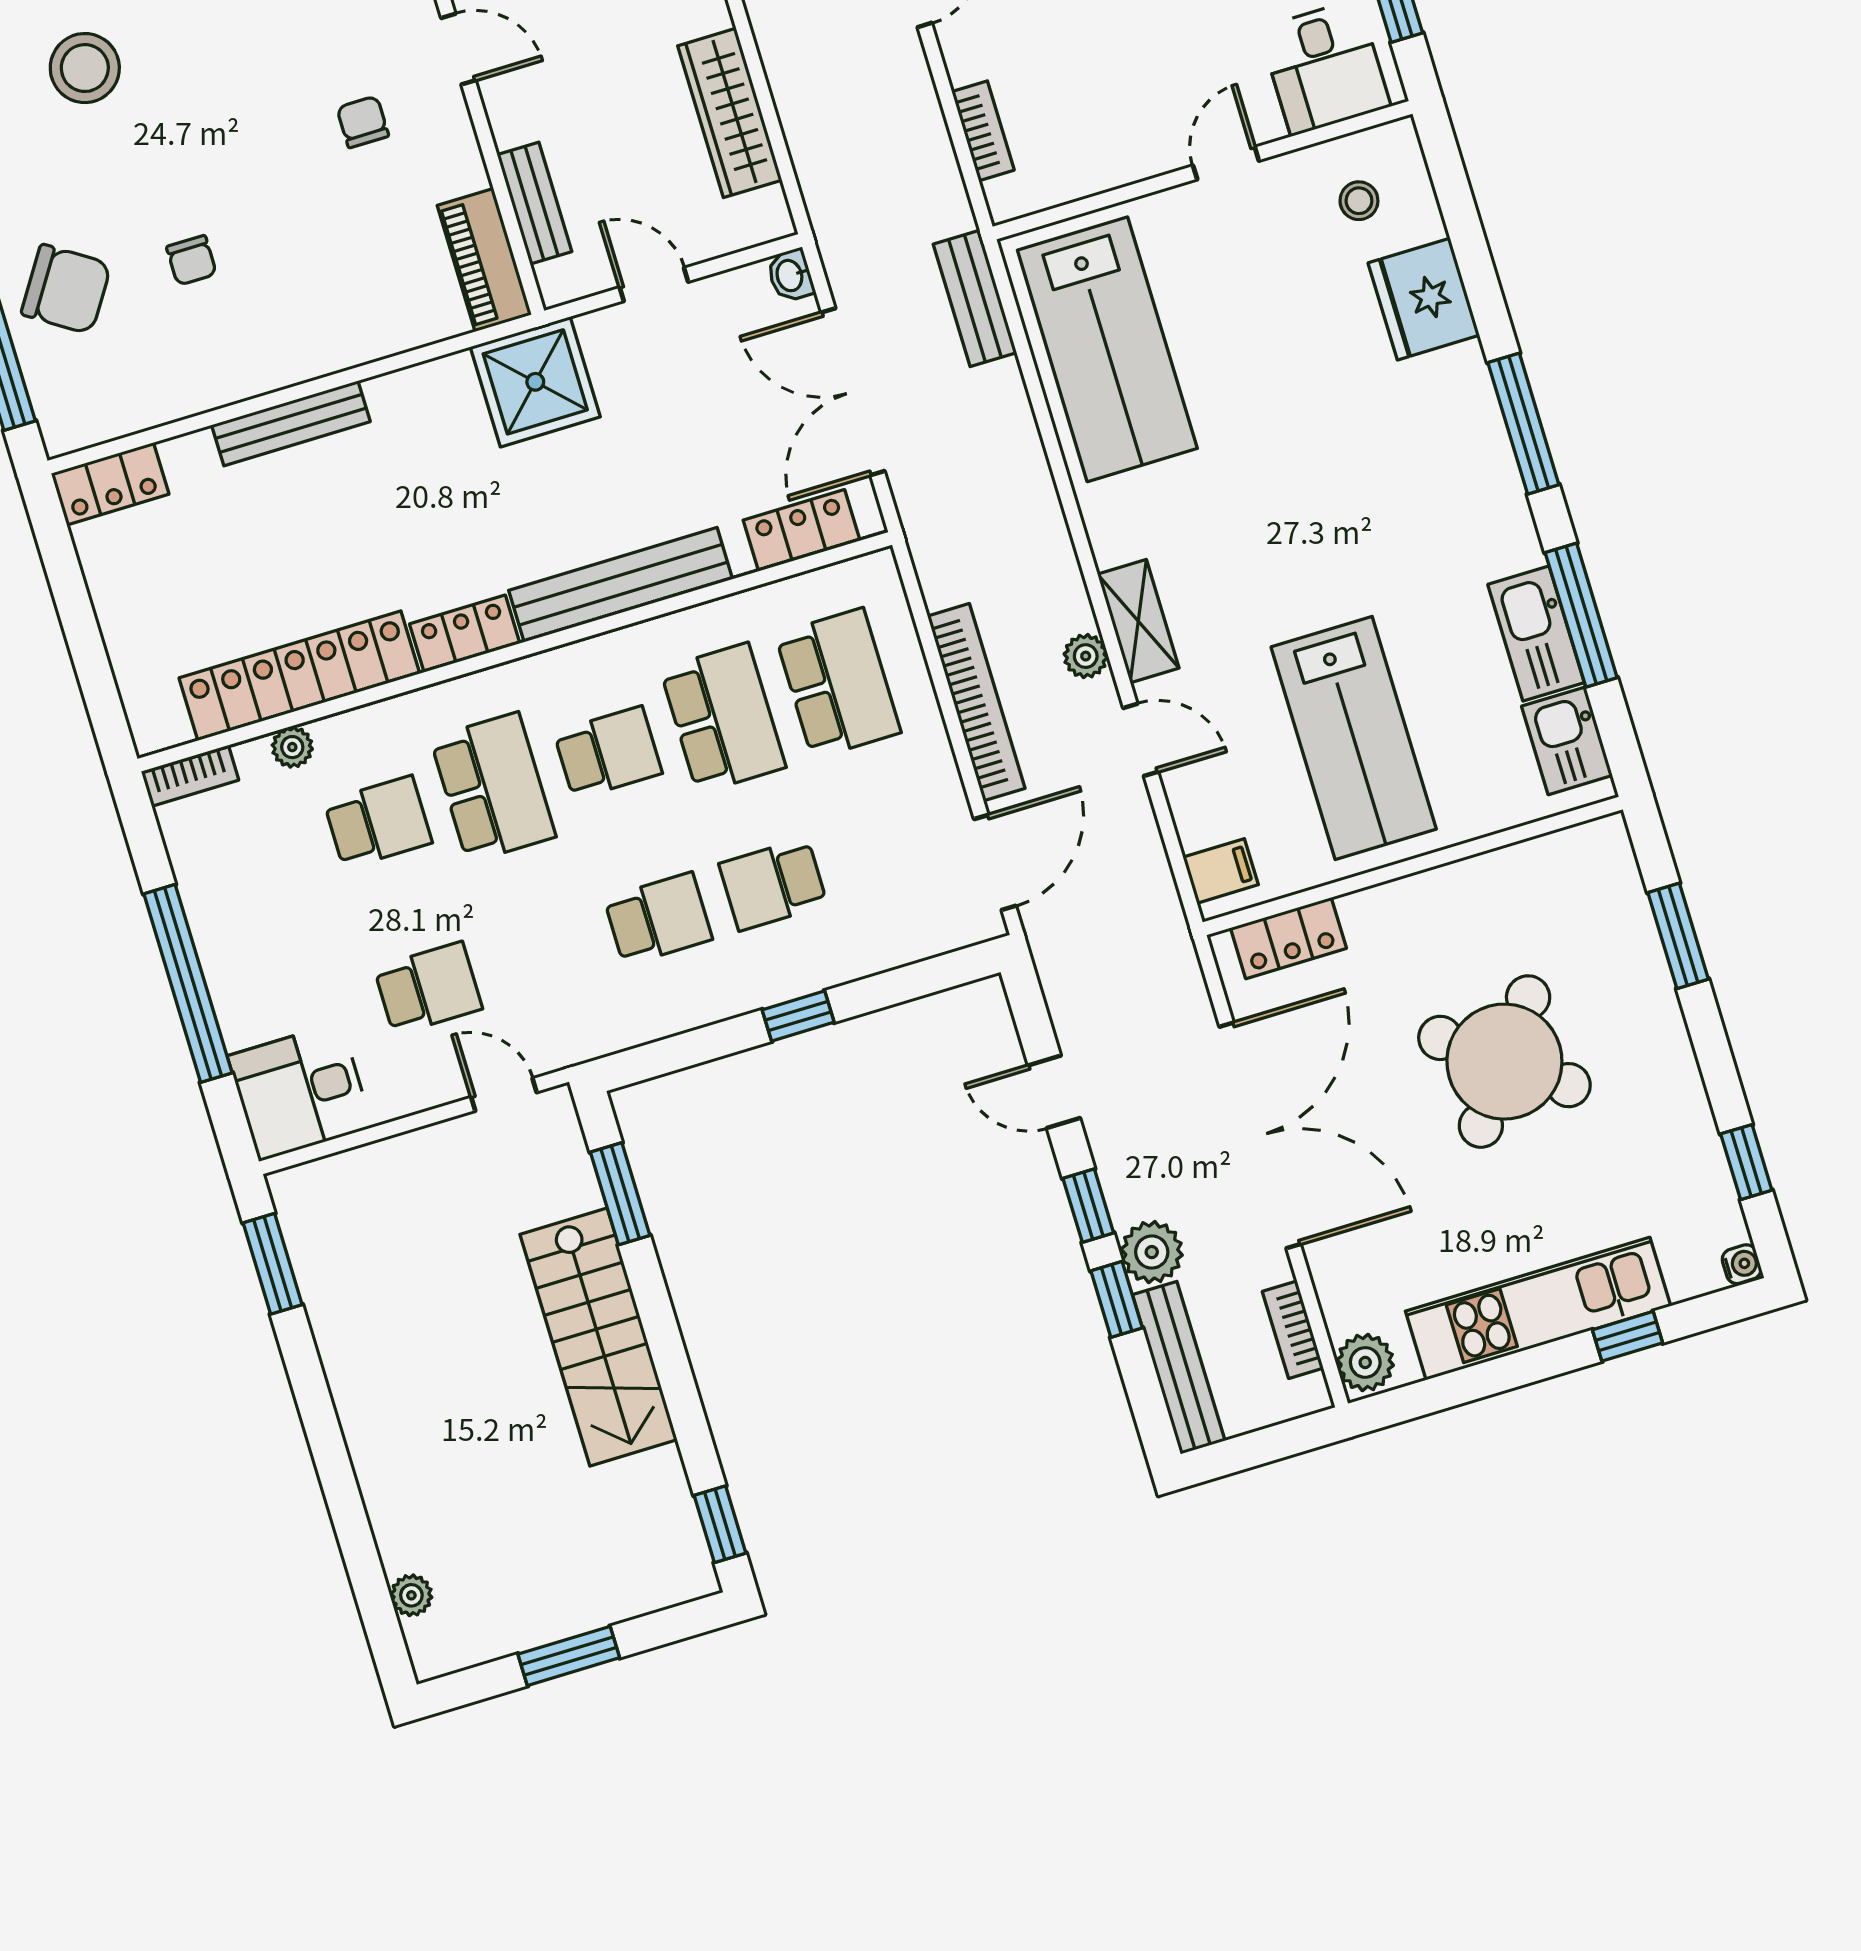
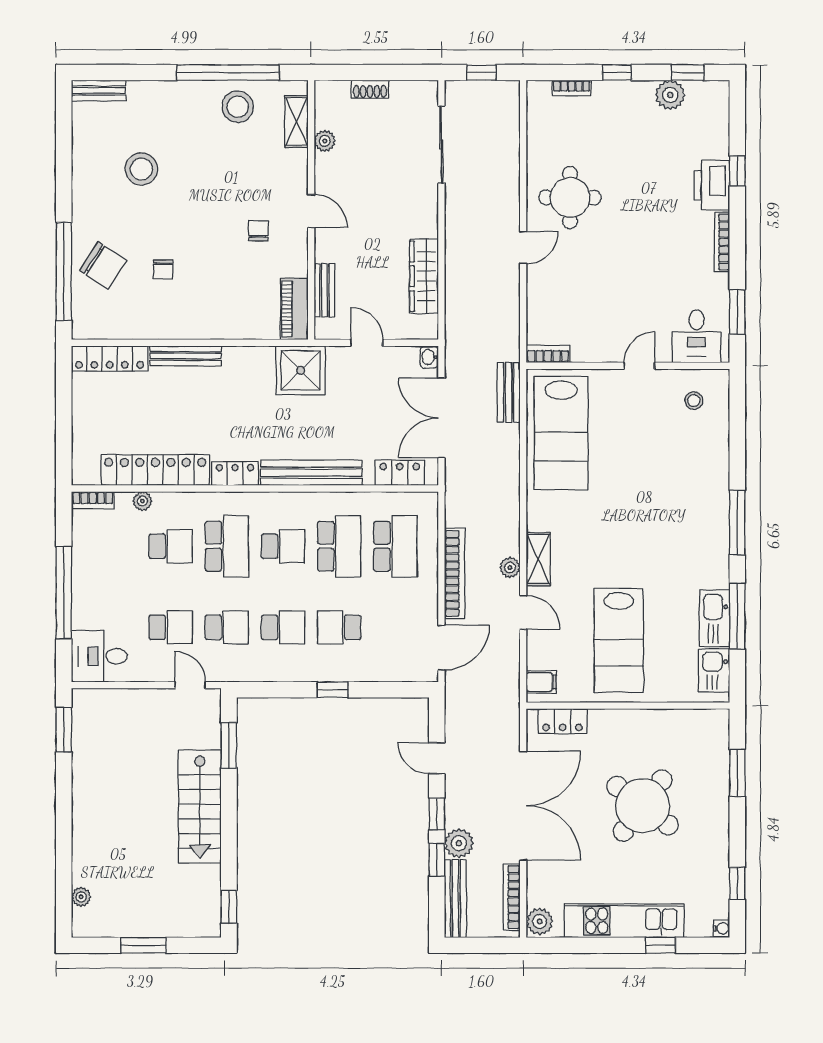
bookcase: (983, 131) -> (548, 354), moved, turned -90
fridge: (1424, 299) -> (710, 453), removed
locker: (110, 484) -> (110, 359), width x1.53
school desk: (543, 954) -> (227, 627), added
bookcase: (1293, 1330) -> (512, 897), width x1.56

